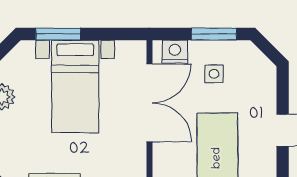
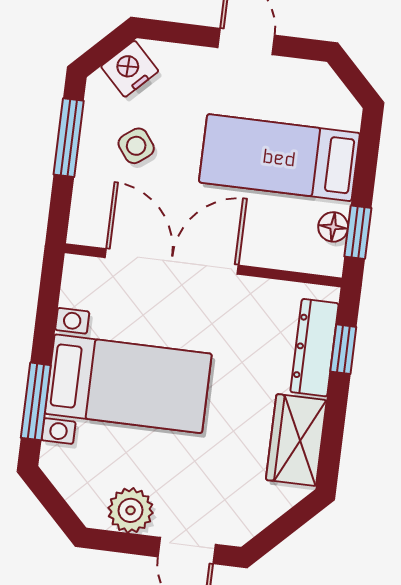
nightstand: (175, 52) -> (130, 69), moved, turned 45
side table: (214, 74) -> (136, 146), turned -37

